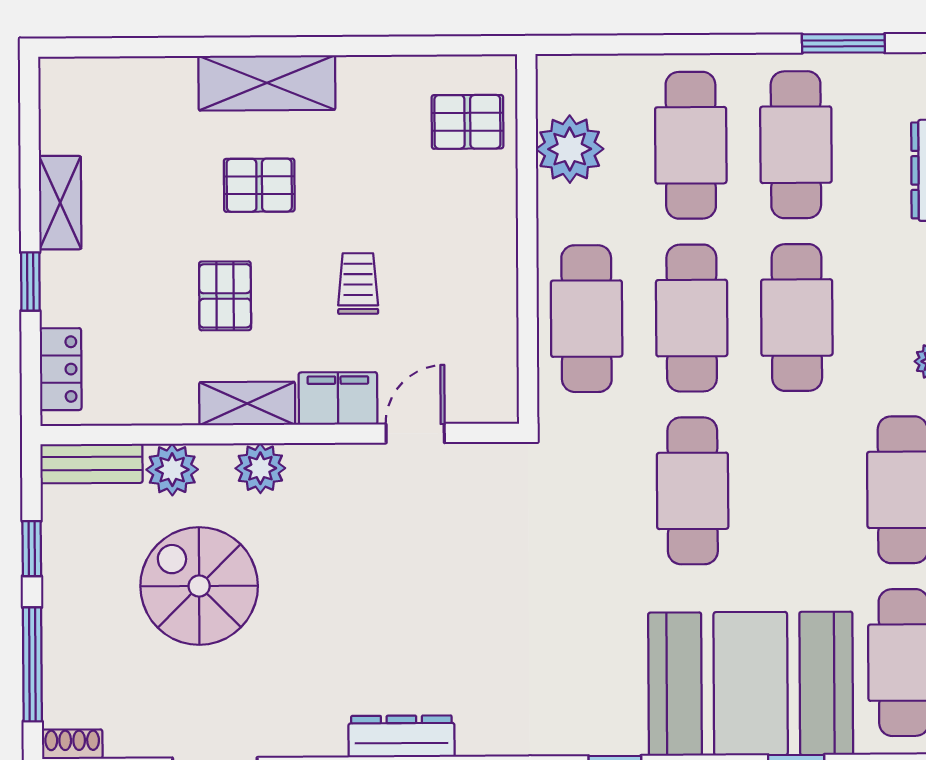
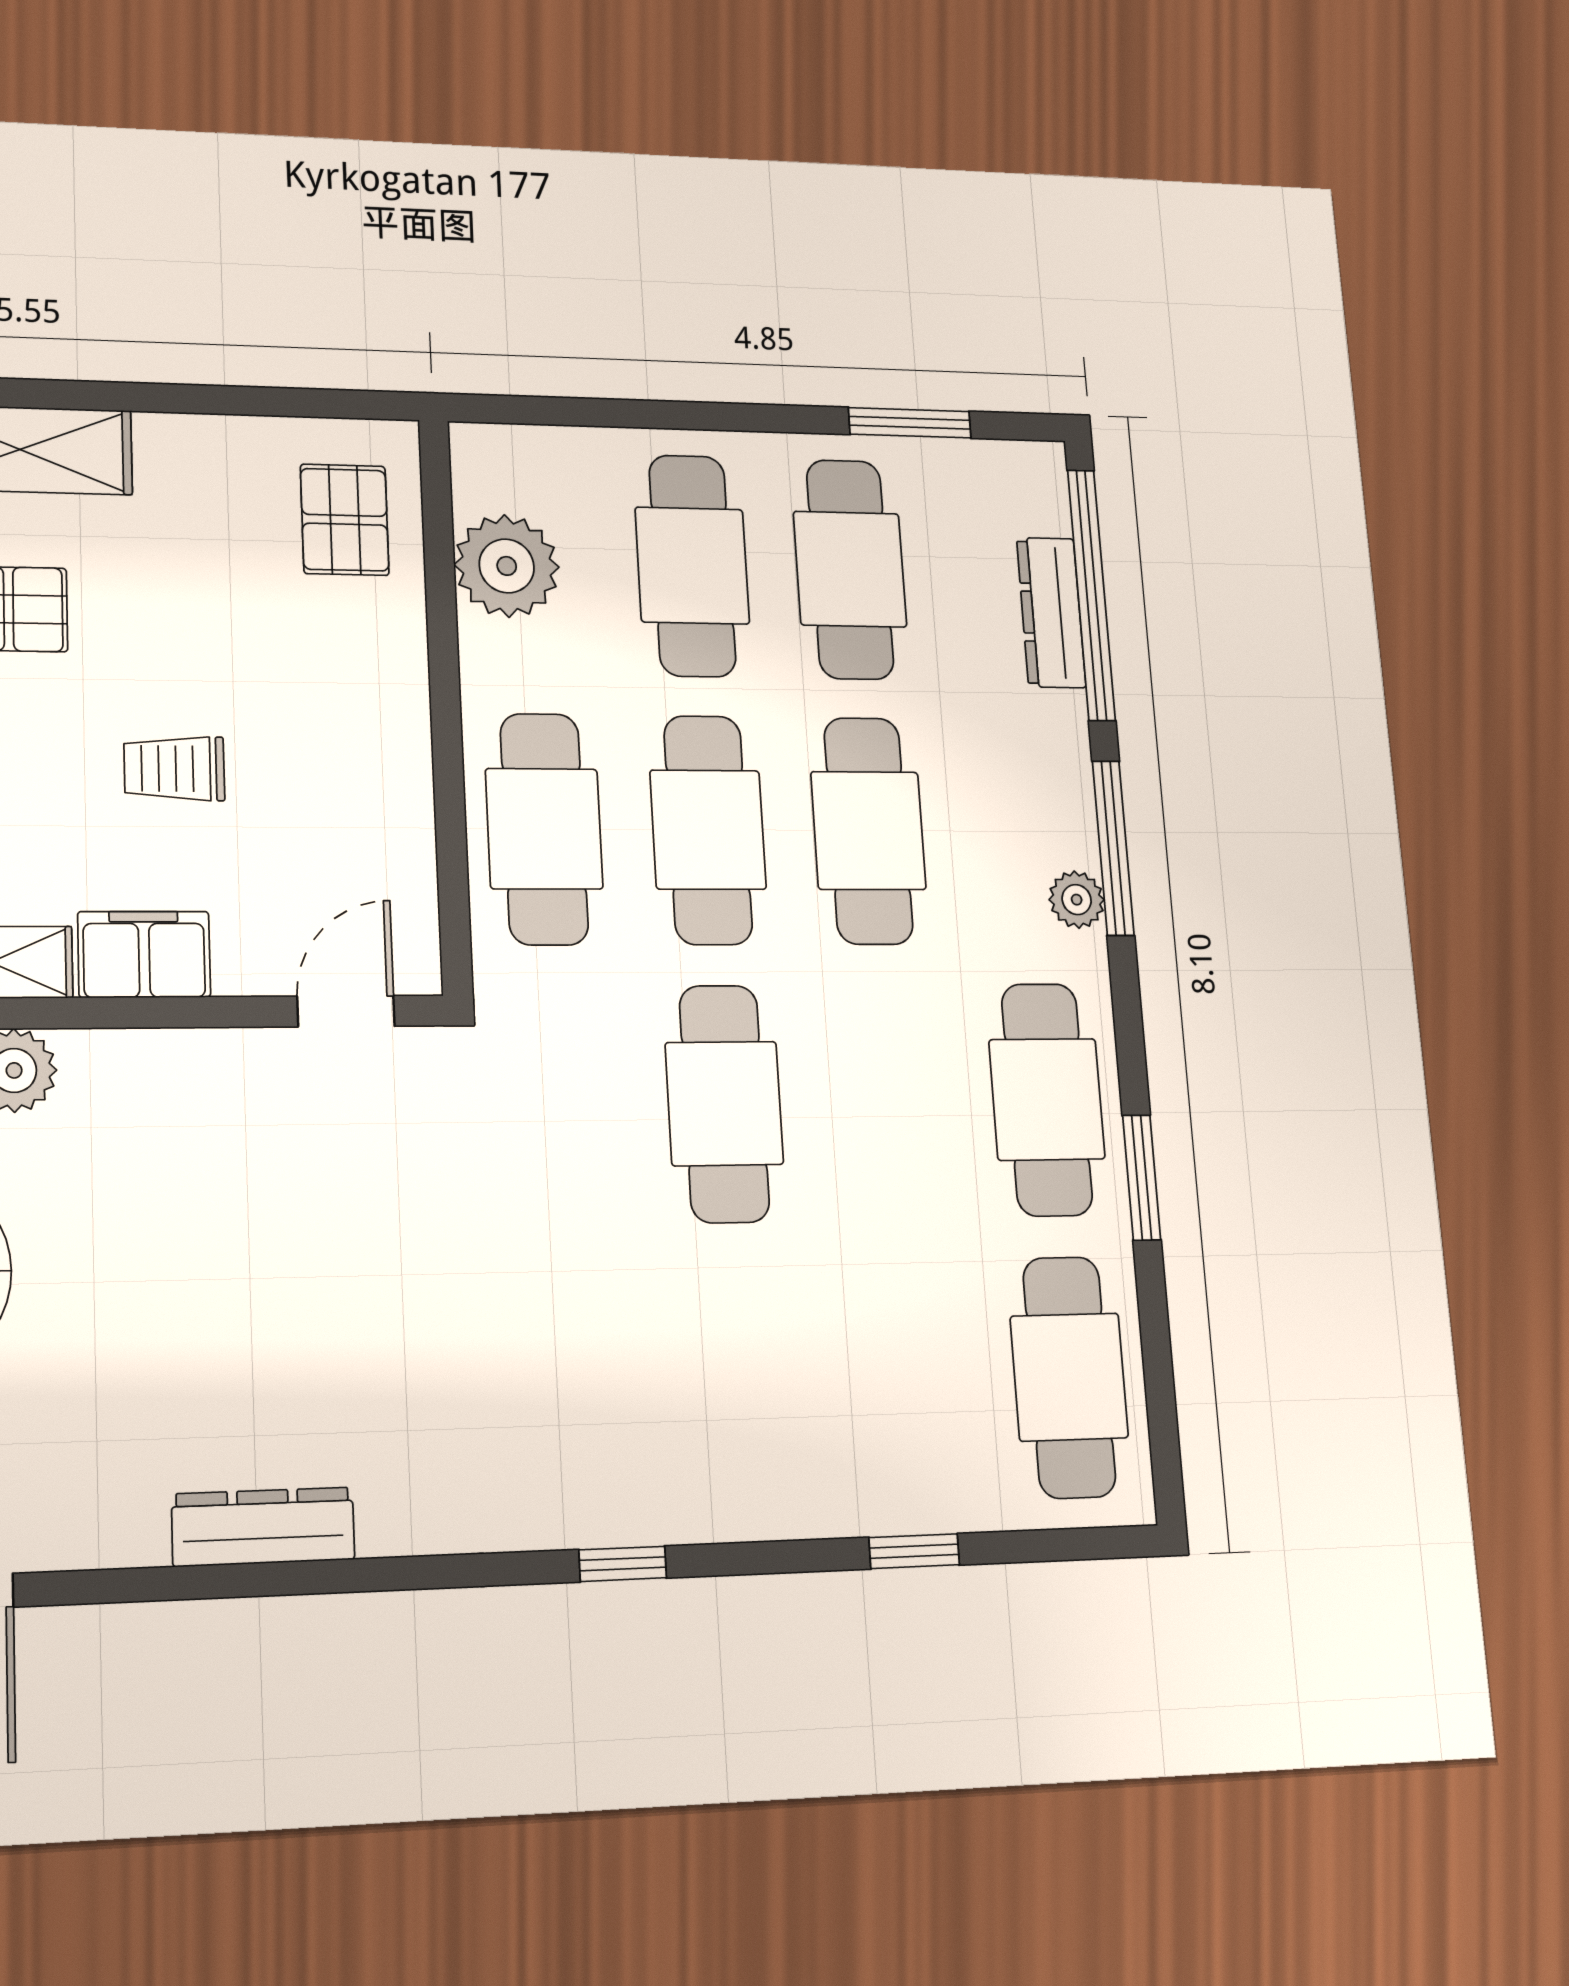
pallet: (467, 122) -> (345, 520), turned 90
trolley: (358, 284) -> (174, 769), turned -90
door: (415, 433) -> (346, 1011), moved
booth: (751, 684) -> (834, 1418), removed

